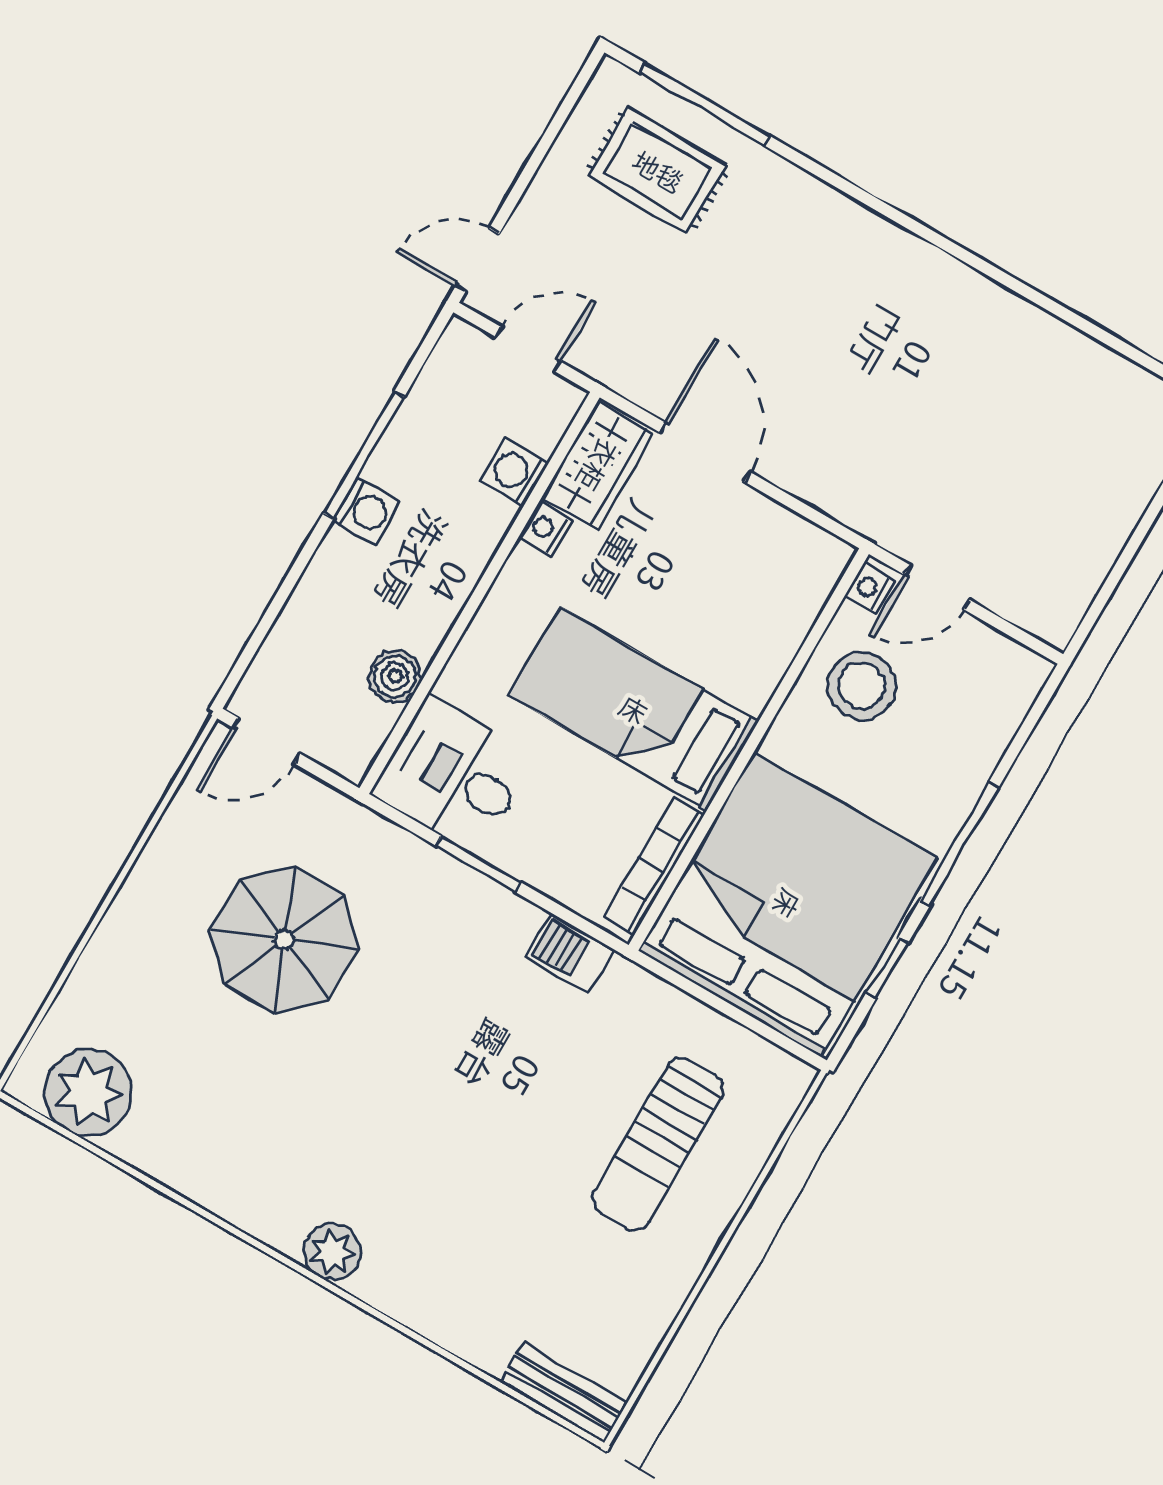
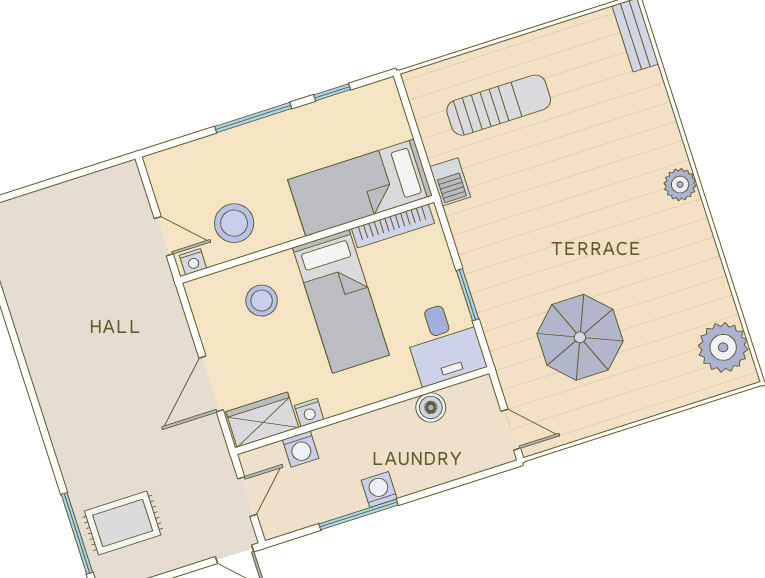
rug: (658, 171) -> (123, 523), turned 90
door: (528, 349) -> (247, 497), swing flipped
stool: (736, 618) -> (262, 301), added
bed: (787, 904) -> (360, 188), width x0.49
barbecue: (570, 953) -> (450, 182), moved

